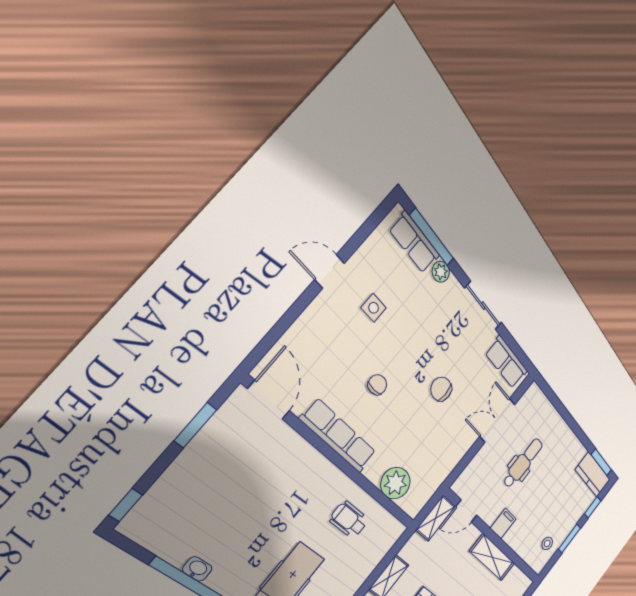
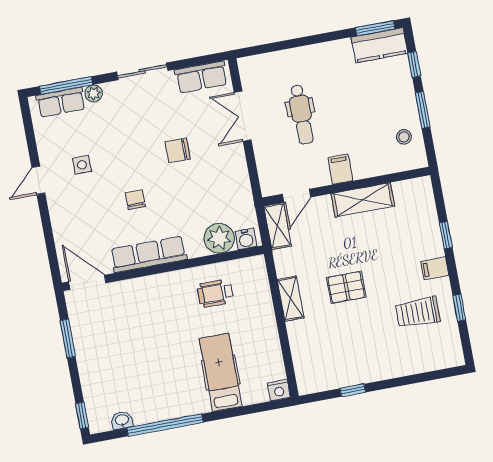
dental chair: (523, 463) -> (301, 114), turned 180
water cooler: (410, 504) -> (246, 239), added
washbasin: (197, 569) -> (122, 420), moved

